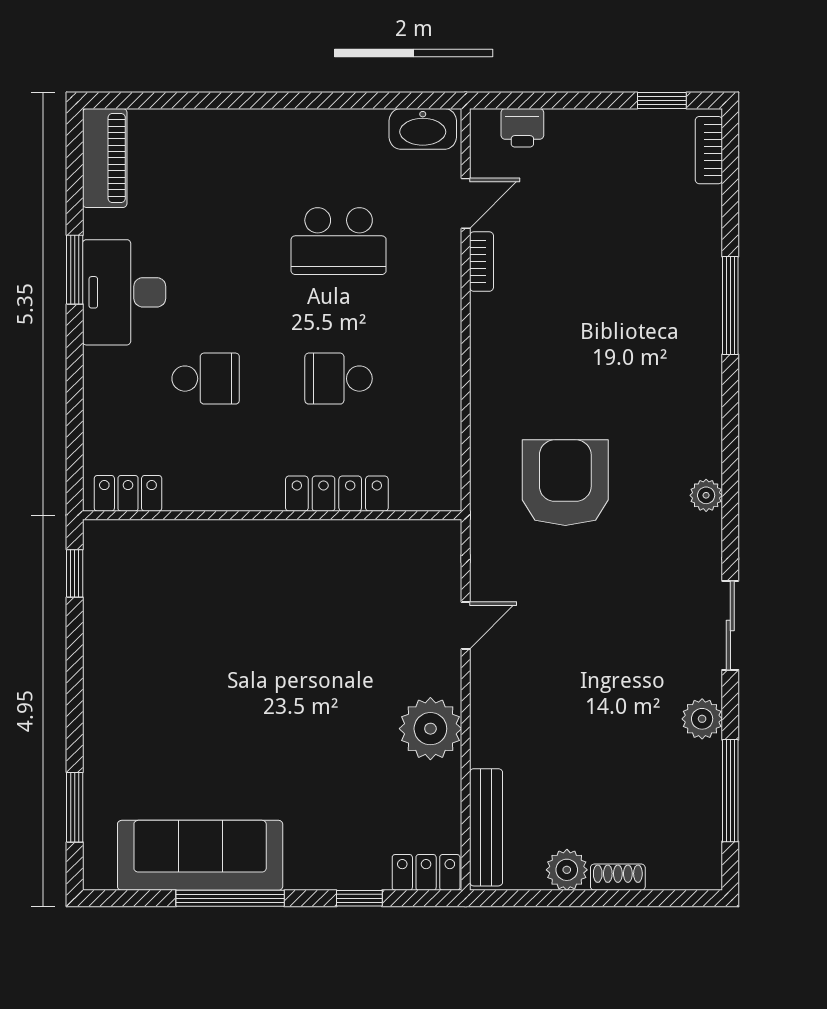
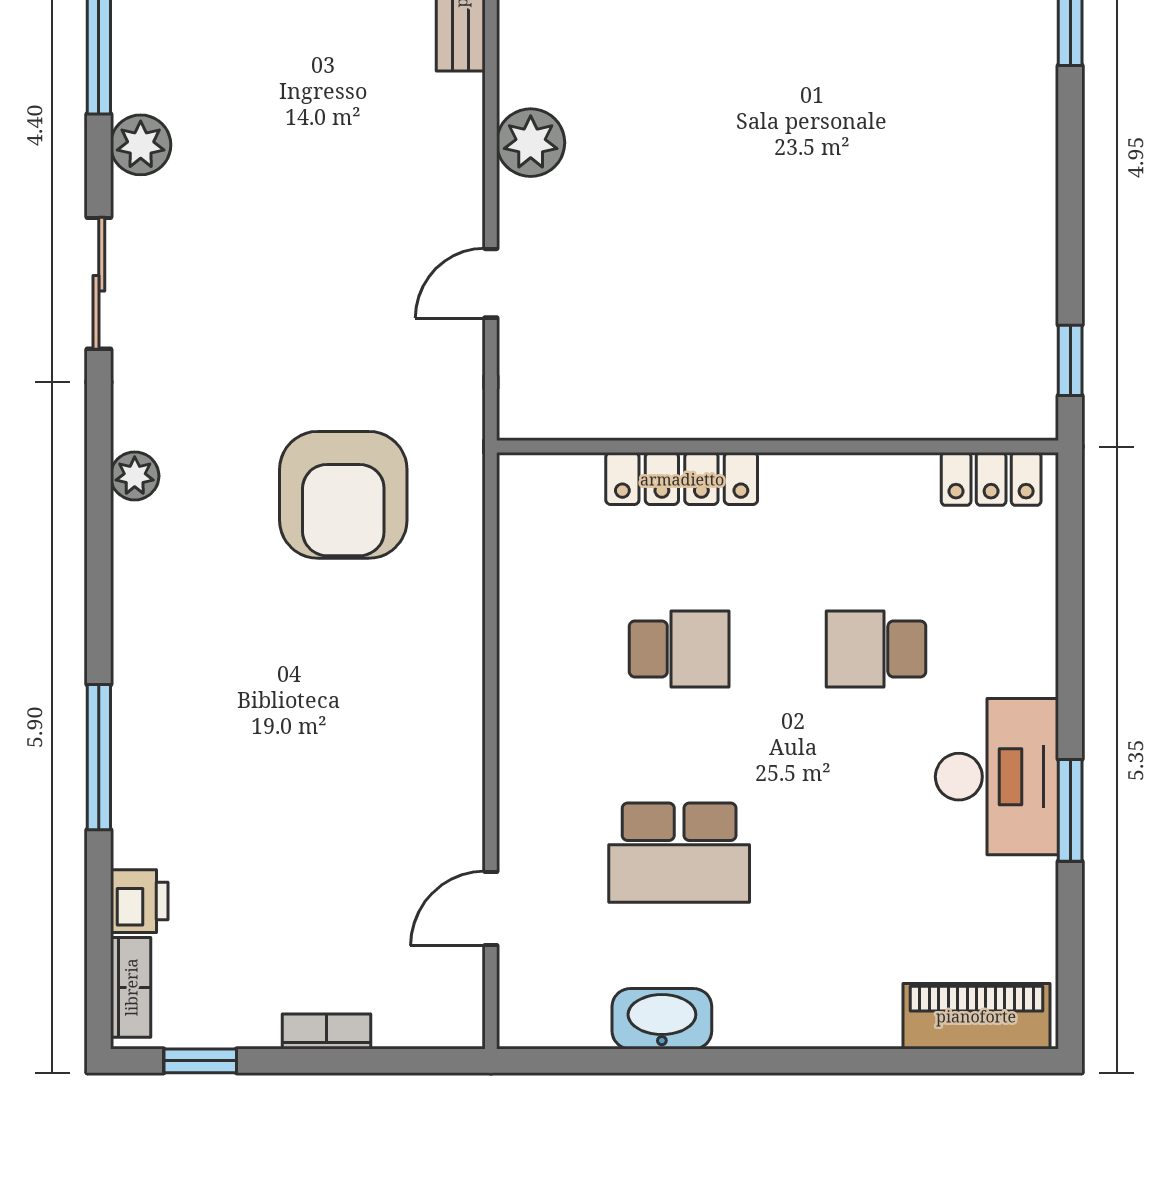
printer: (522, 128) -> (139, 901), moved, turned 90
washbasin: (423, 129) -> (662, 1019), moved
piano: (105, 158) -> (976, 1016), moved, turned 90
school desk: (339, 241) -> (679, 853), turned 180
bookcase: (482, 262) -> (327, 1032), moved, turned 90
plant: (430, 729) -> (531, 143), width x0.73, depth x0.73

